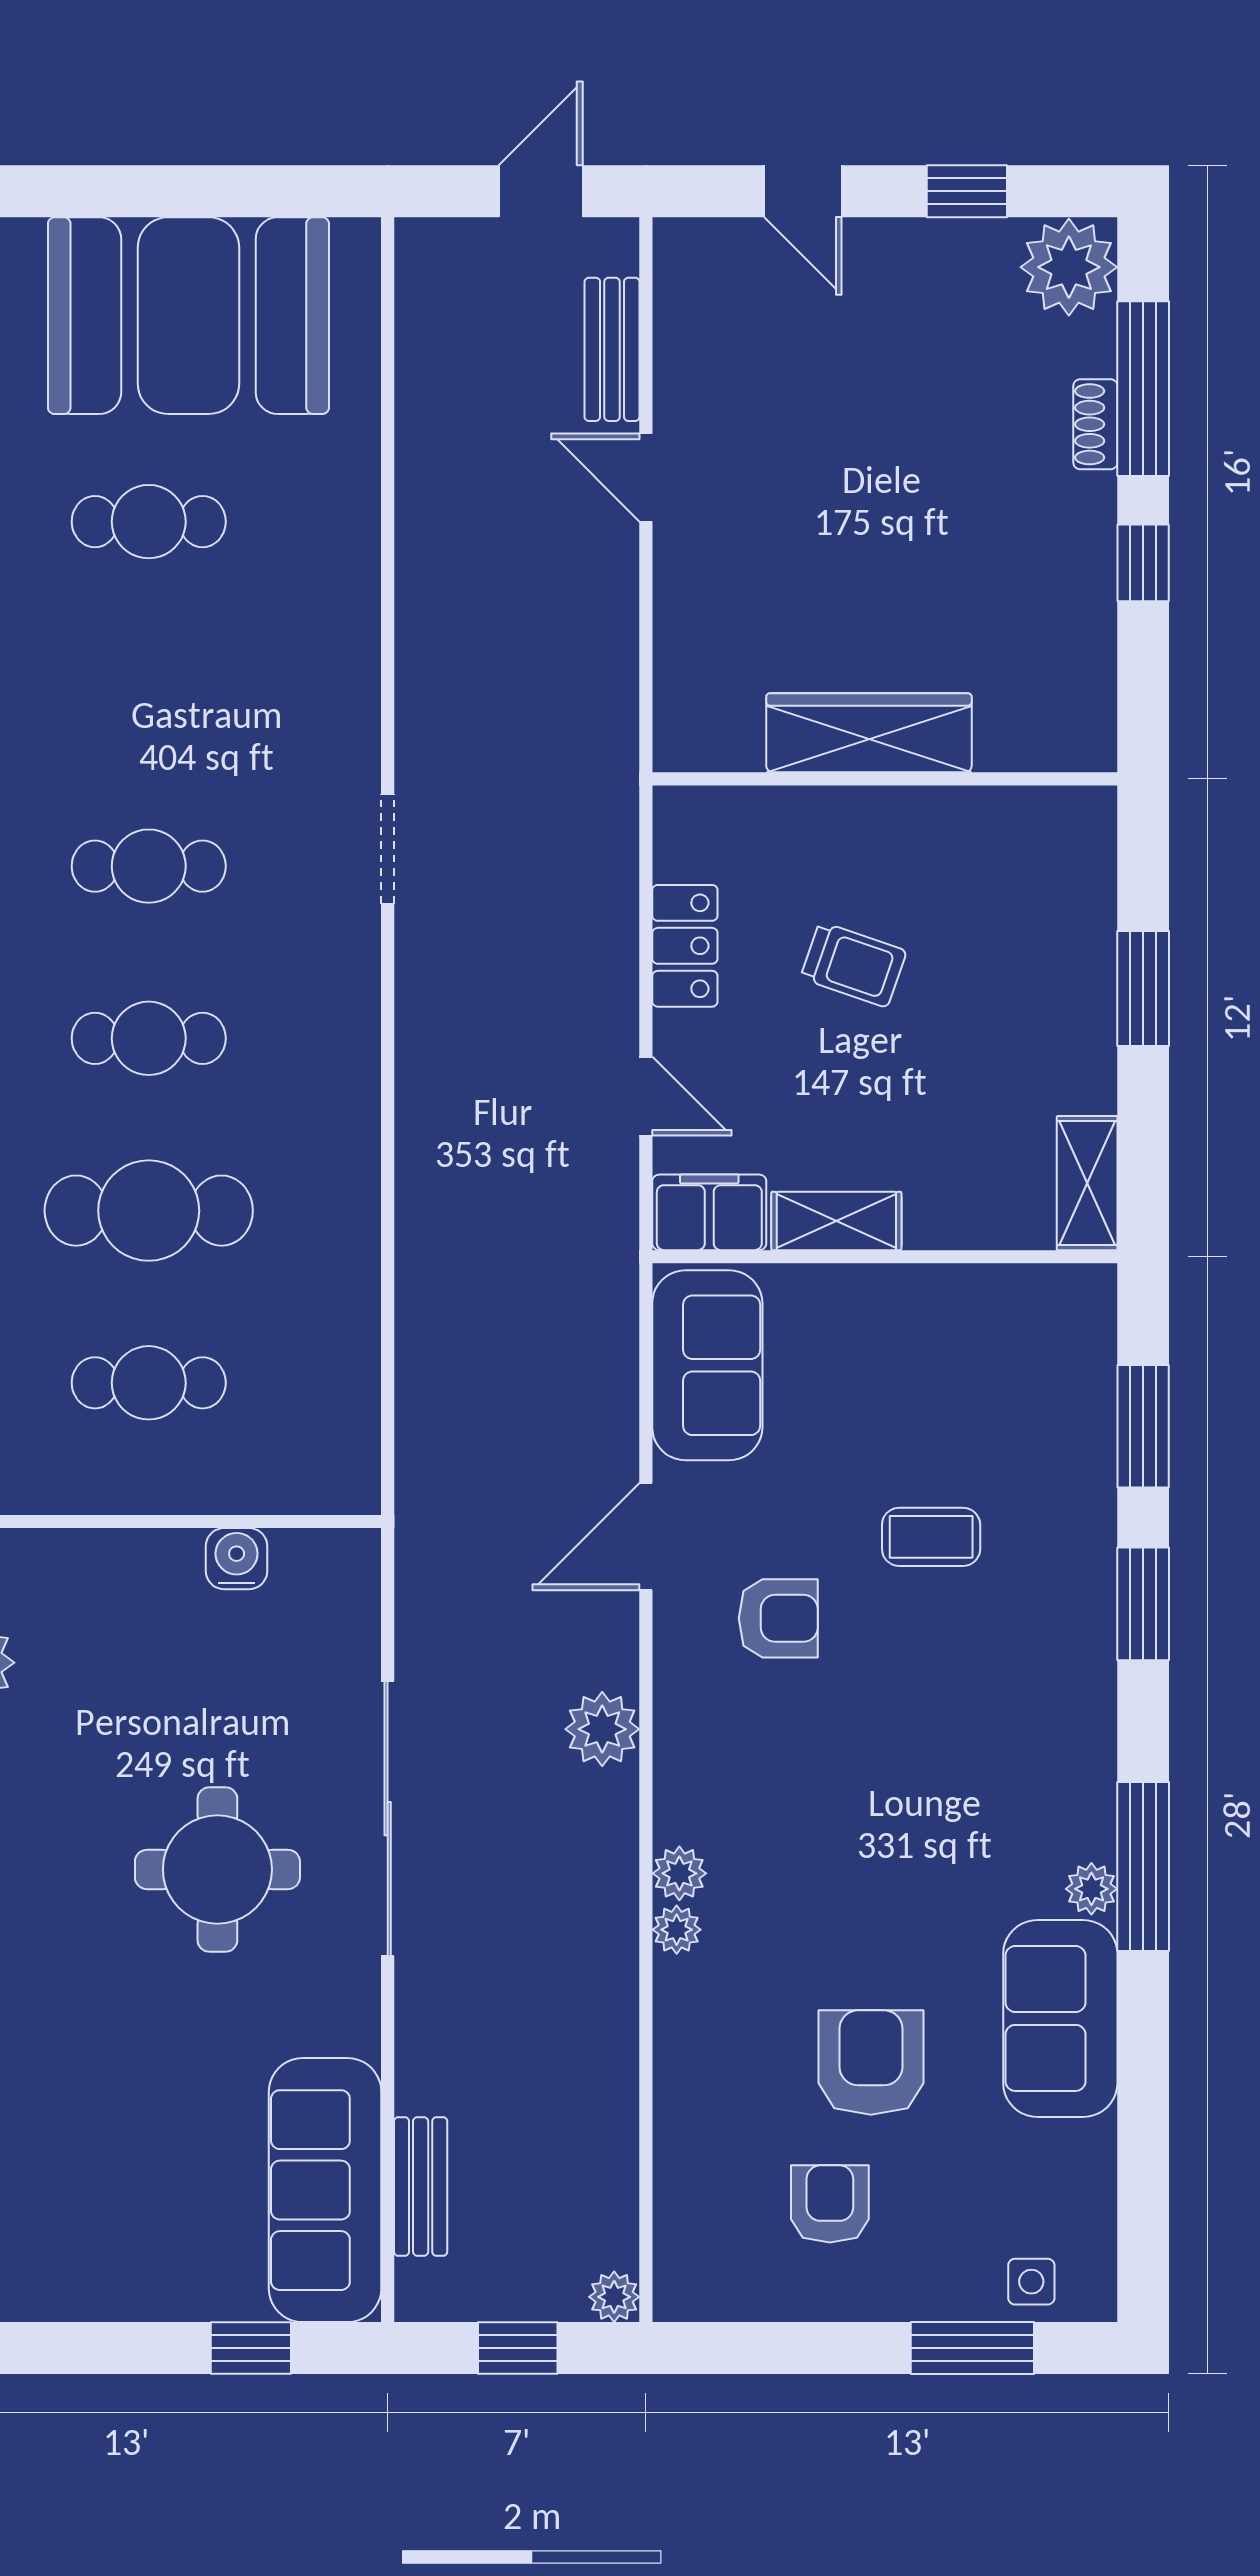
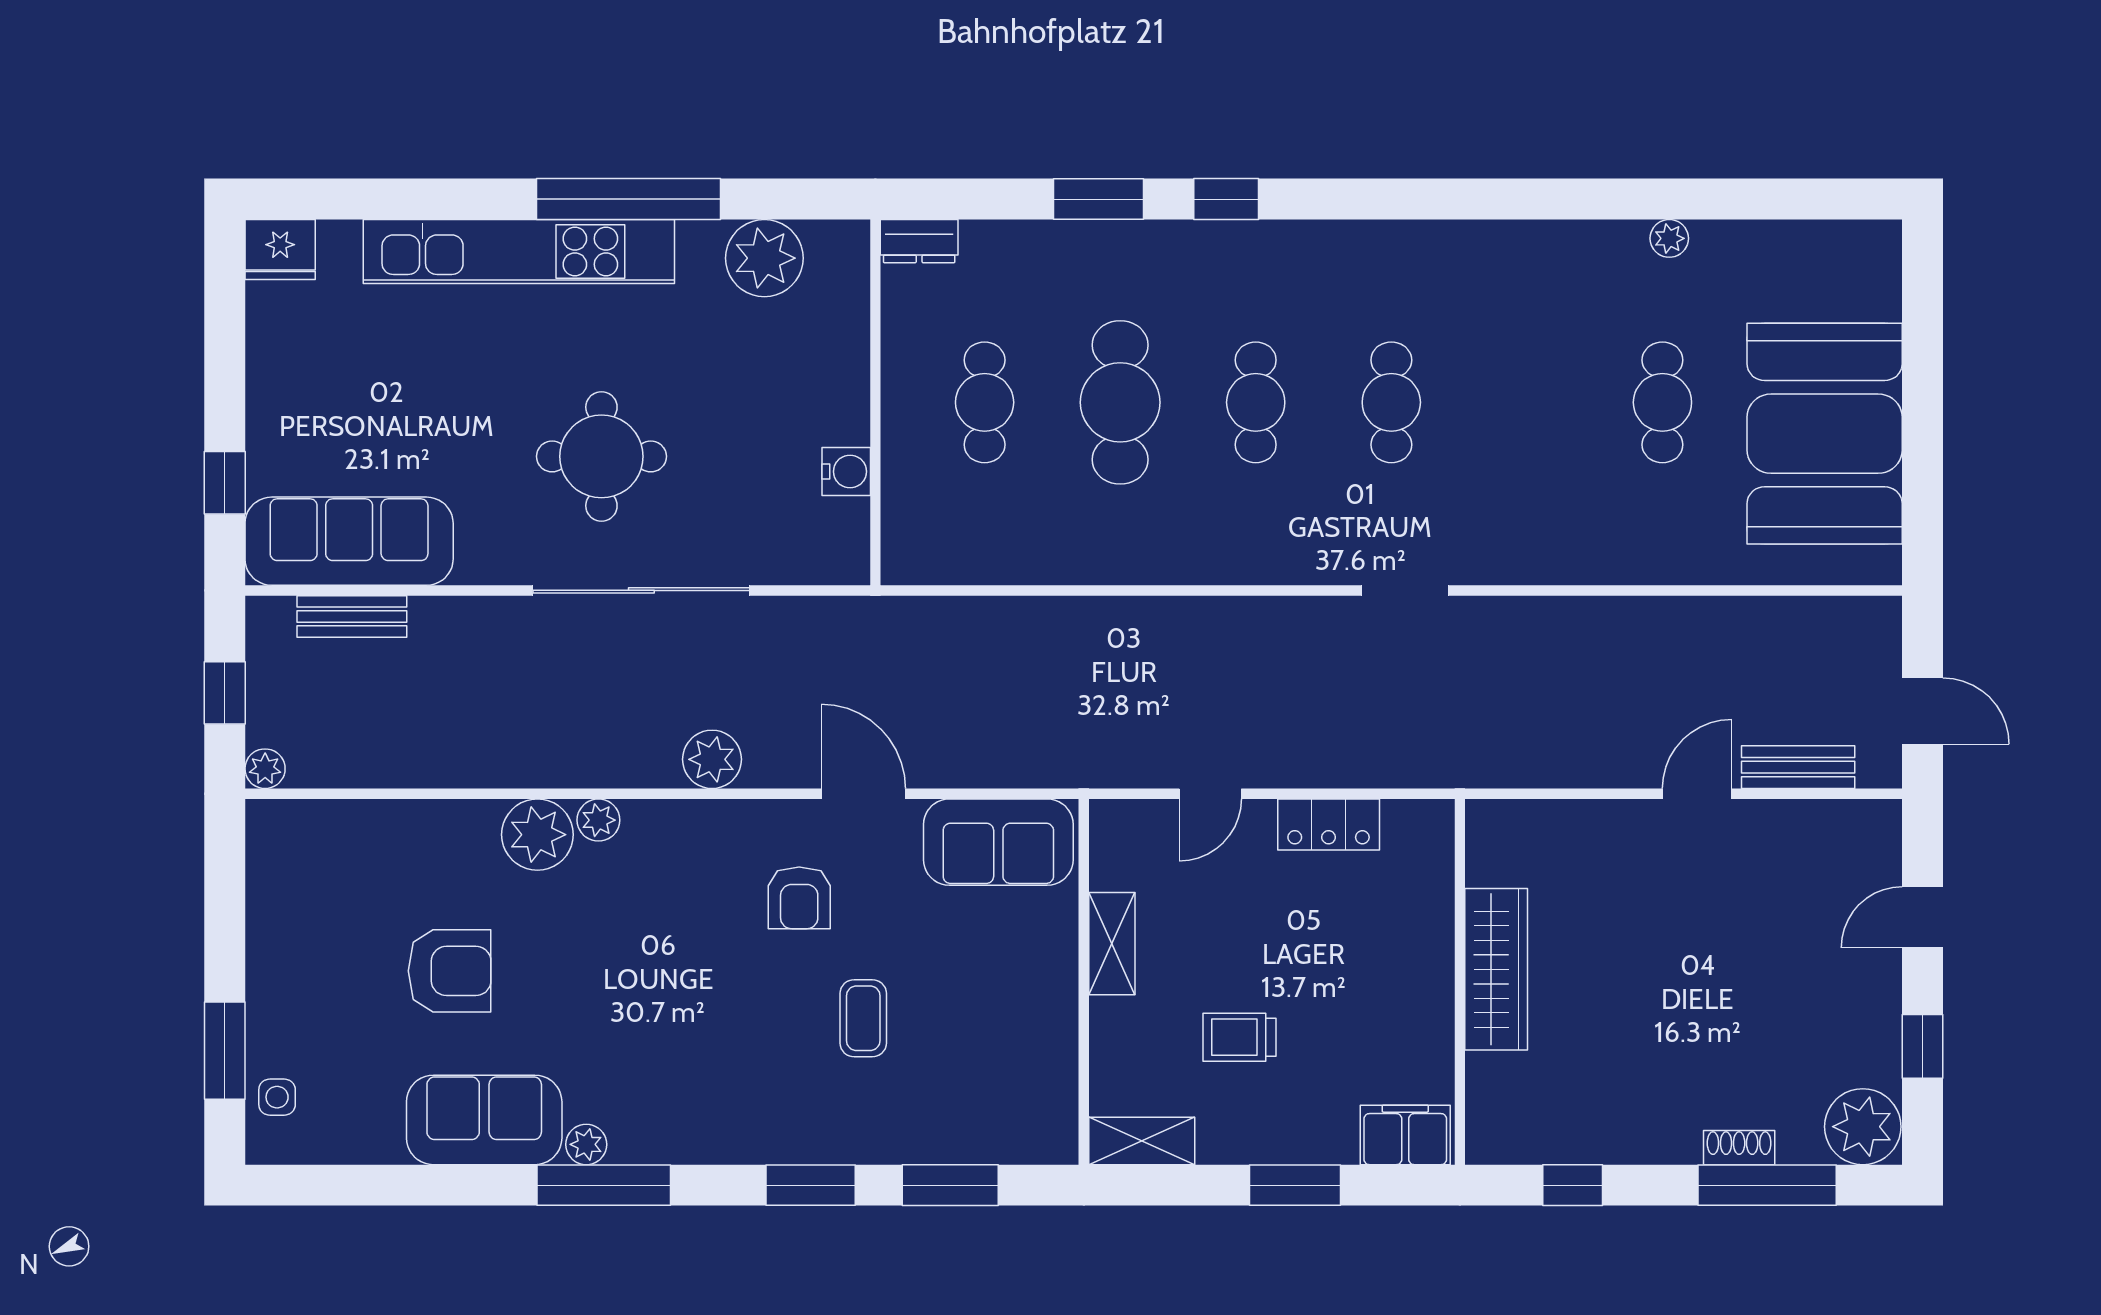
window: (1143, 563) -> (1573, 1185), moved
trolley: (853, 964) -> (1240, 1037), moved, turned 71
filing cabinet: (709, 1212) -> (1405, 1135), moved, turned -90
plant: (677, 1930) -> (537, 835), width x1.88, depth x1.88
armchair: (830, 2204) -> (338, 939), removed

